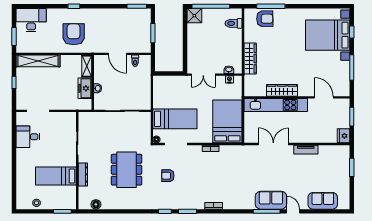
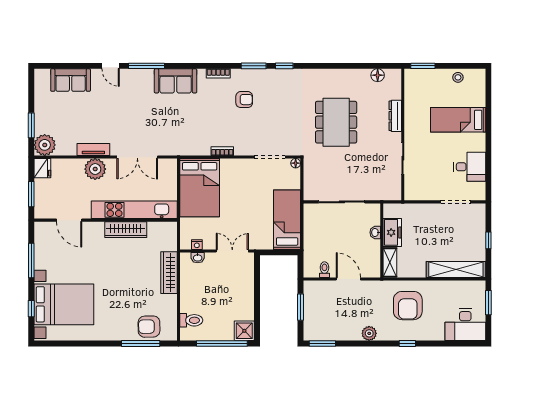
plant: (102, 14) -> (369, 333), added
bed: (175, 119) -> (287, 220), moved, turned 90
plant: (305, 135) -> (95, 169), added
plant: (342, 153) -> (45, 145), added
bed: (56, 176) -> (458, 120), moved, turned 180
armchair: (168, 176) -> (244, 100), moved
sofa: (271, 200) -> (176, 81), moved

